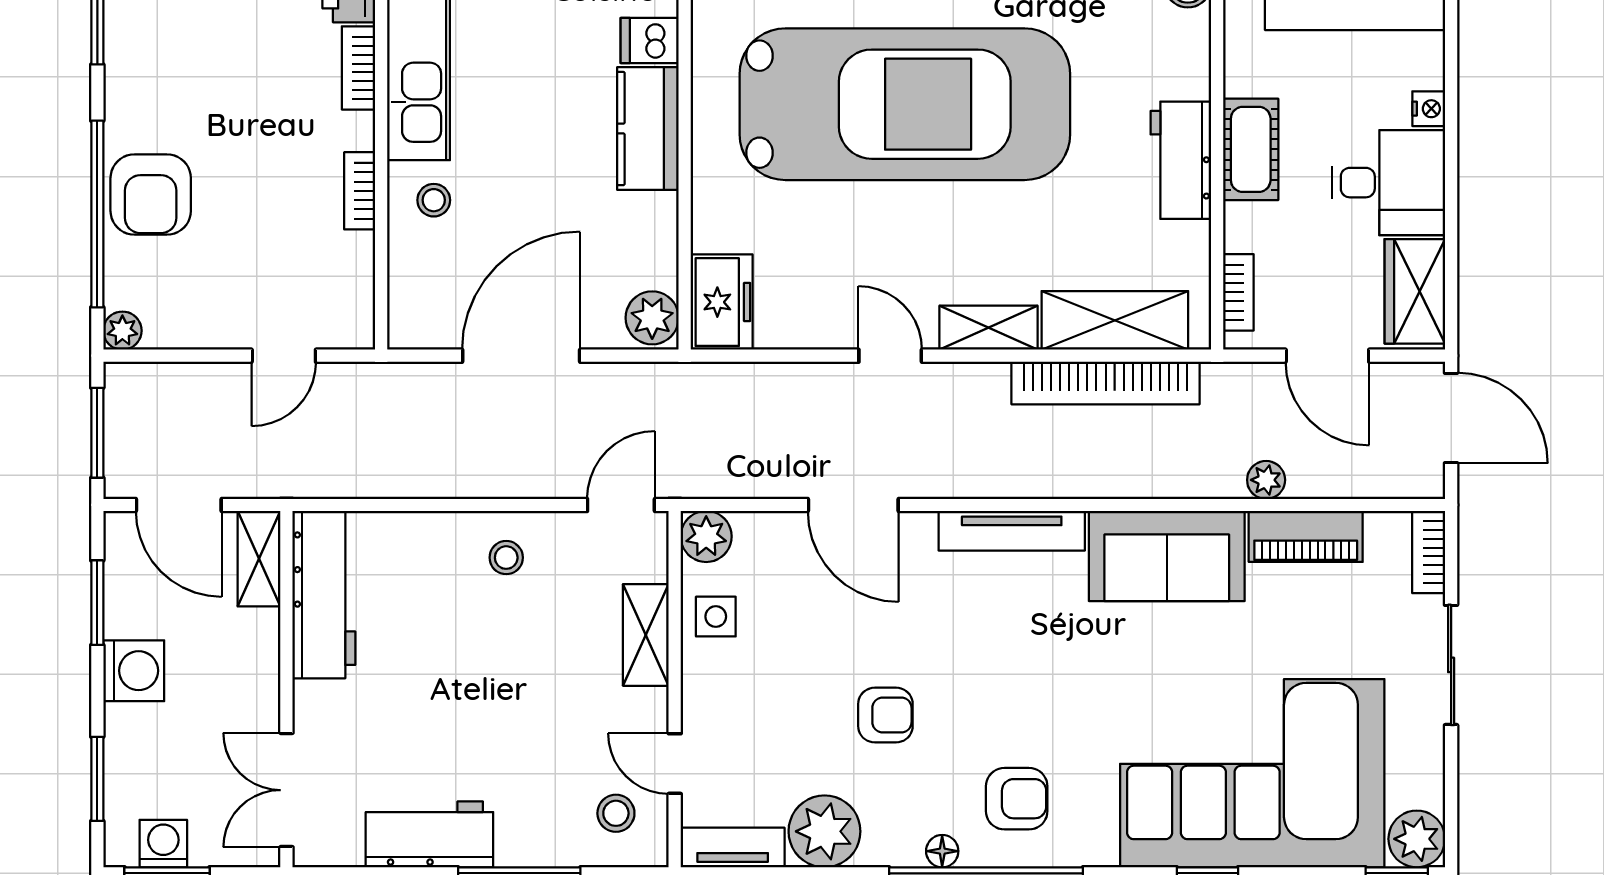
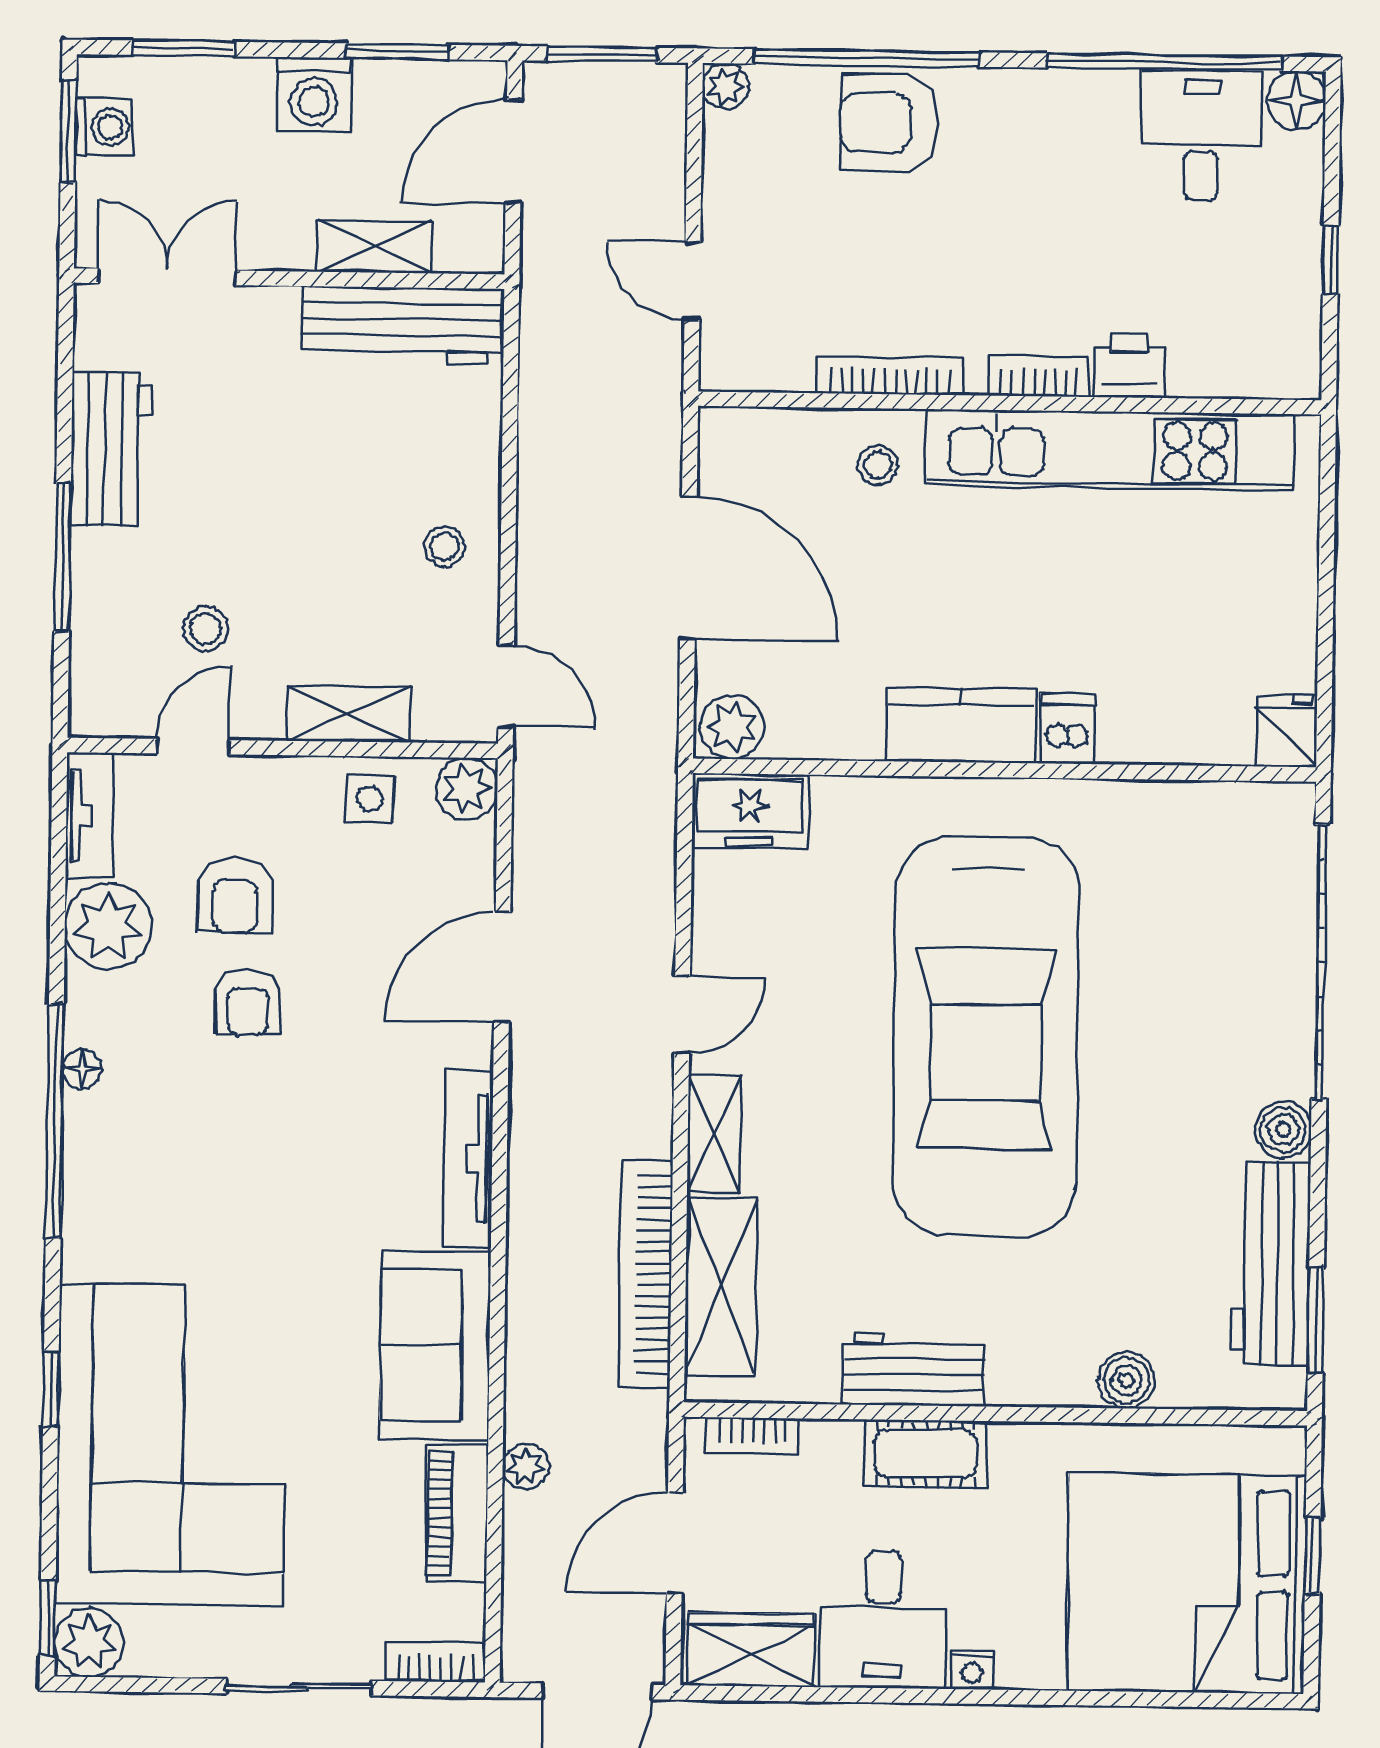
bookcase: (360, 191) -> (890, 375), width x1.56
shelving: (259, 559) -> (375, 247), moved
armchair: (1017, 799) -> (235, 896), moved
stool: (616, 813) -> (205, 629), moved

